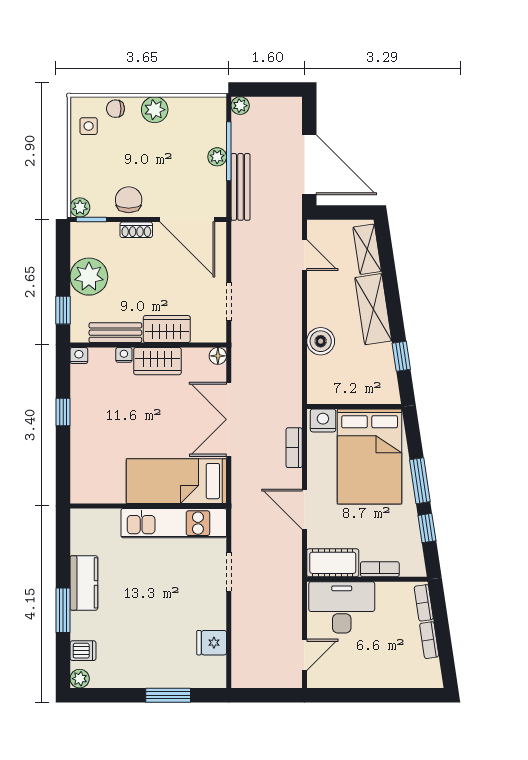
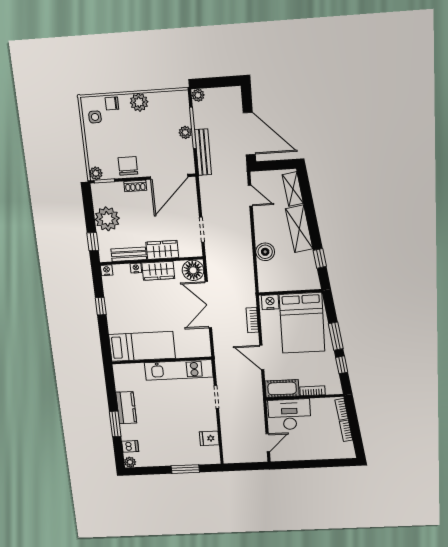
door: (187, 220) -> (169, 177), hinge flipped
floor lamp: (218, 356) -> (193, 270), width x1.89, depth x1.89
bed: (176, 481) -> (142, 346), moved, turned 180

